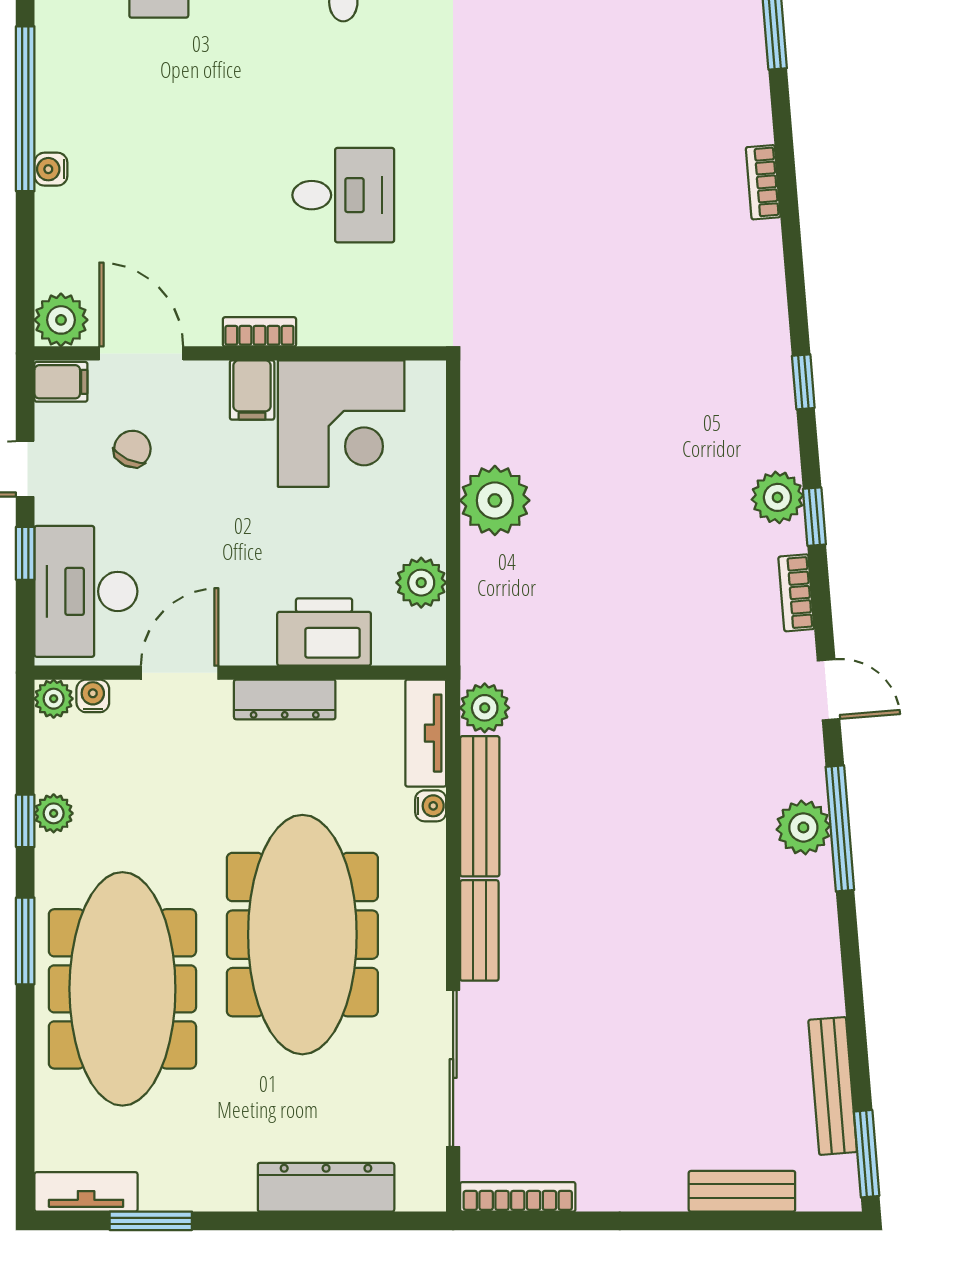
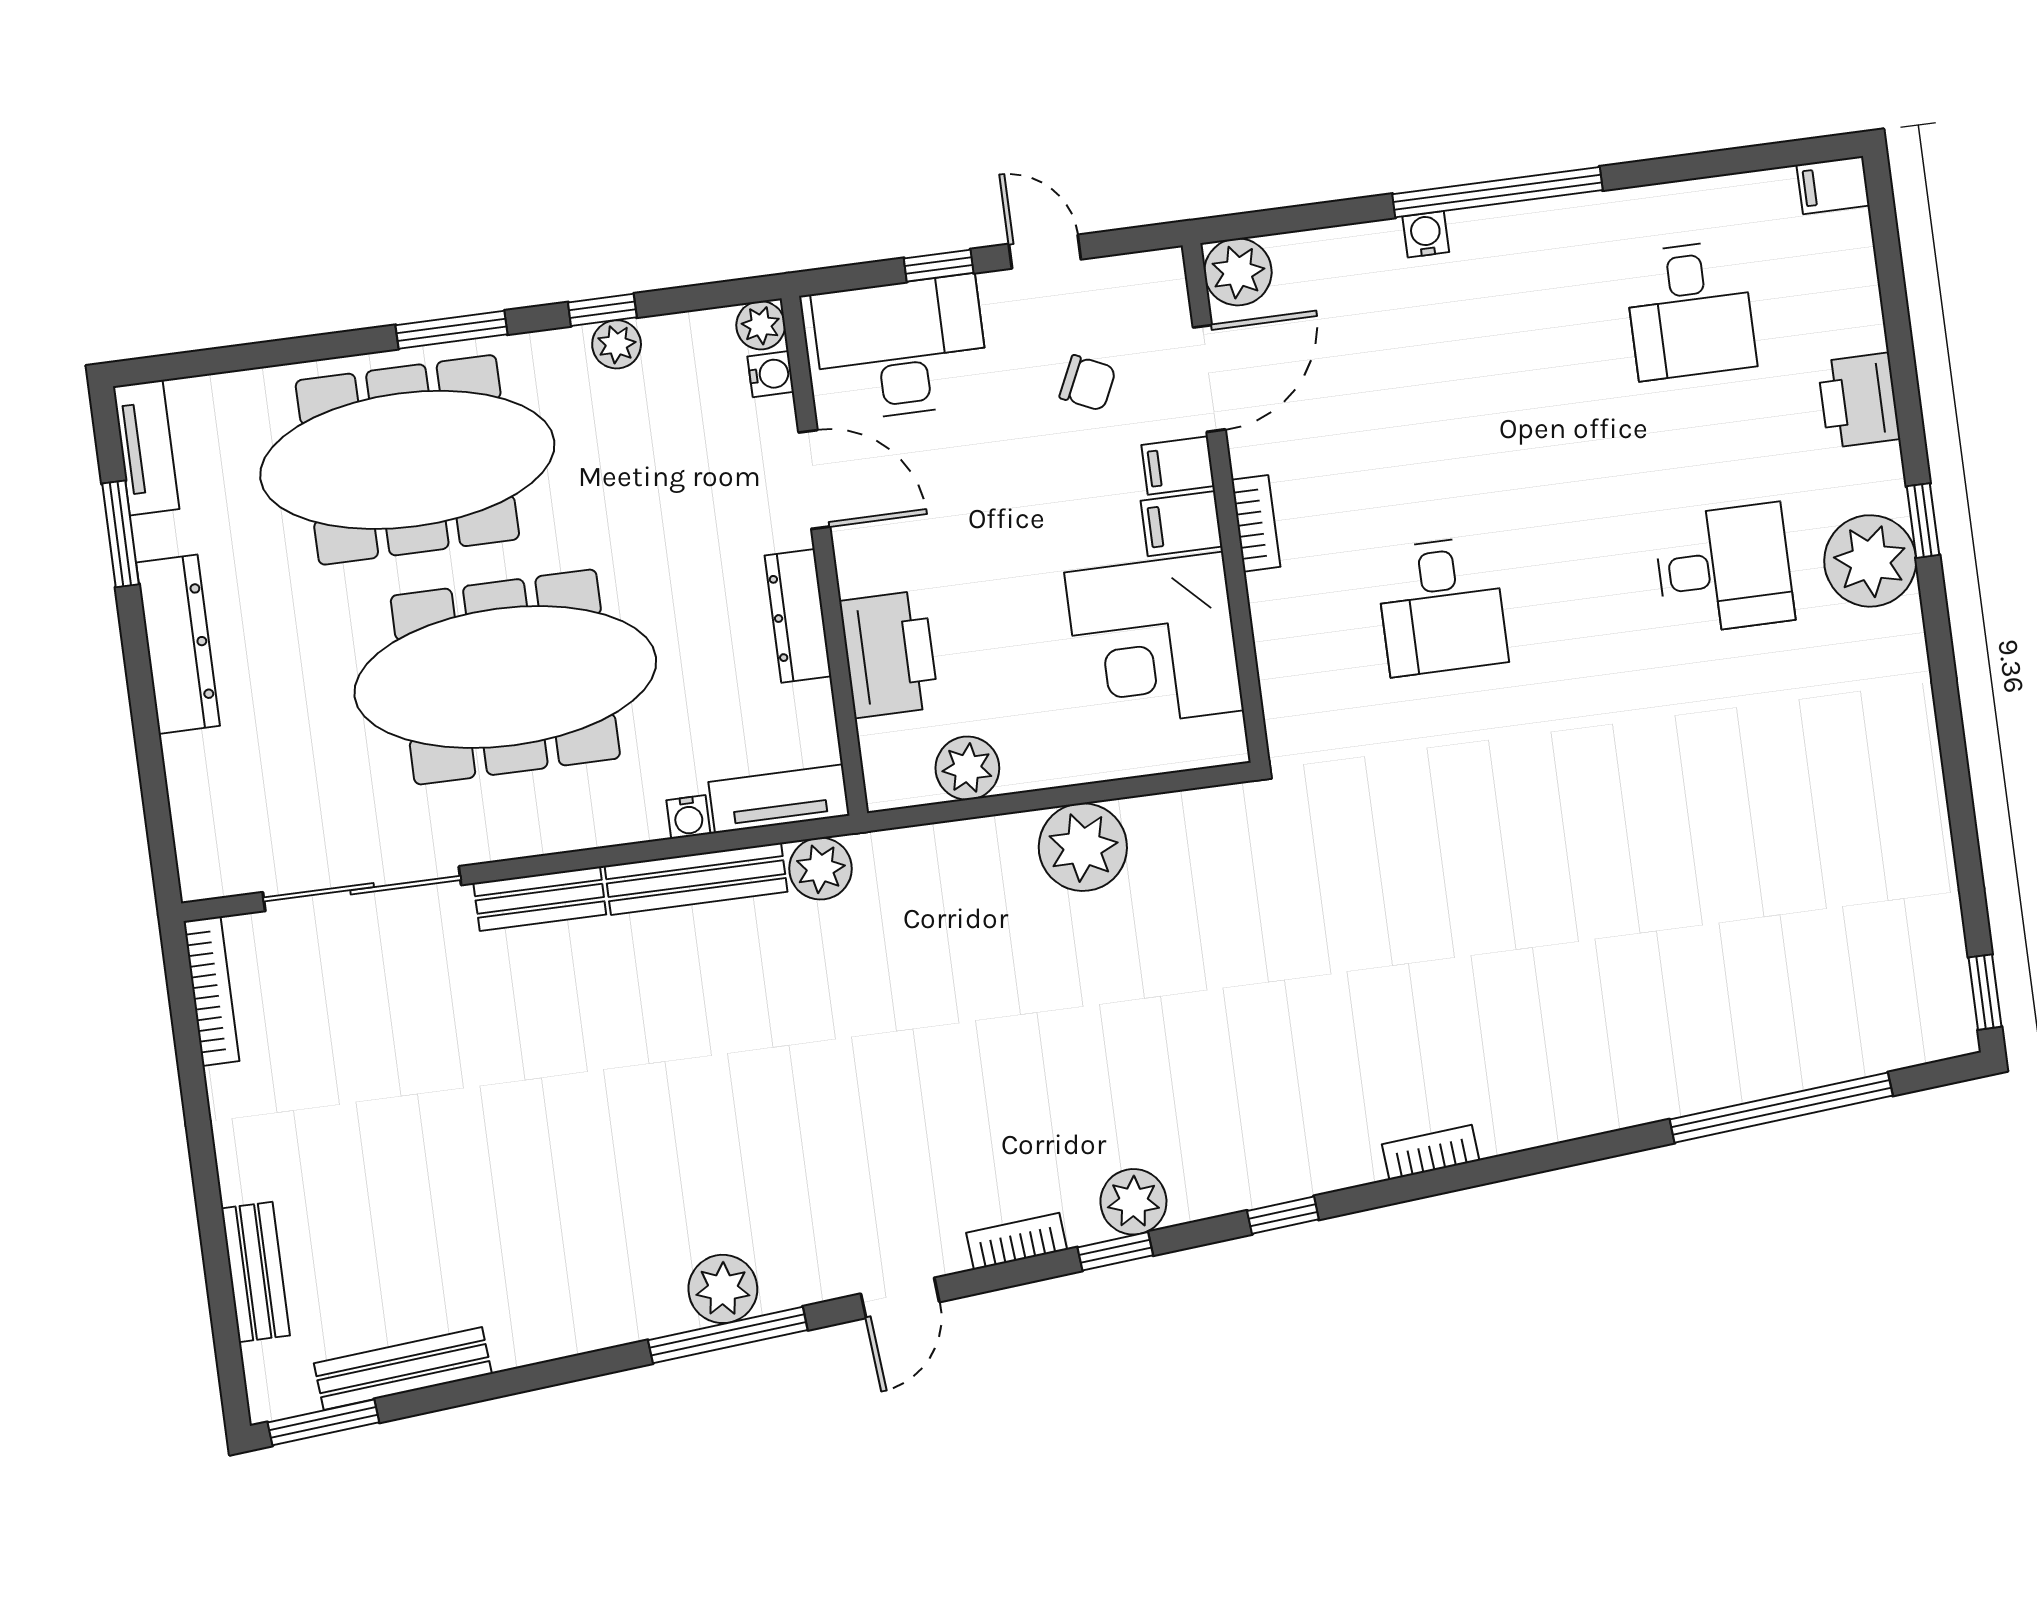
bookcase: (763, 182) -> (1431, 1152), moved
filing cabinet: (61, 382) -> (1178, 466), moved, turned 90
dresser: (326, 1187) -> (178, 644), moved

